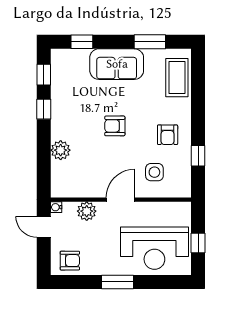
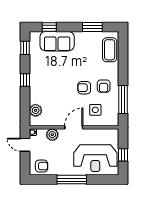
sofa: (117, 64) -> (57, 41), moved
window: (44, 109) -> (25, 80), moved
armchair: (115, 126) -> (84, 88), moved
plant: (61, 150) -> (36, 110), moved
window: (198, 156) -> (123, 99), width x2.17
window: (117, 282) -> (72, 180), width x1.44

